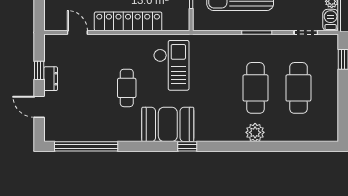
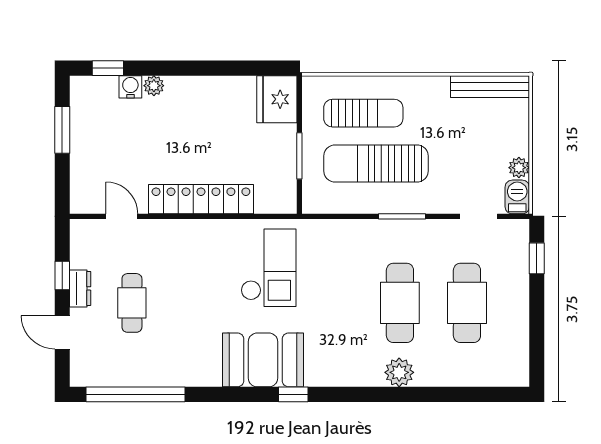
cafe table: (127, 88) -> (132, 303), moved

